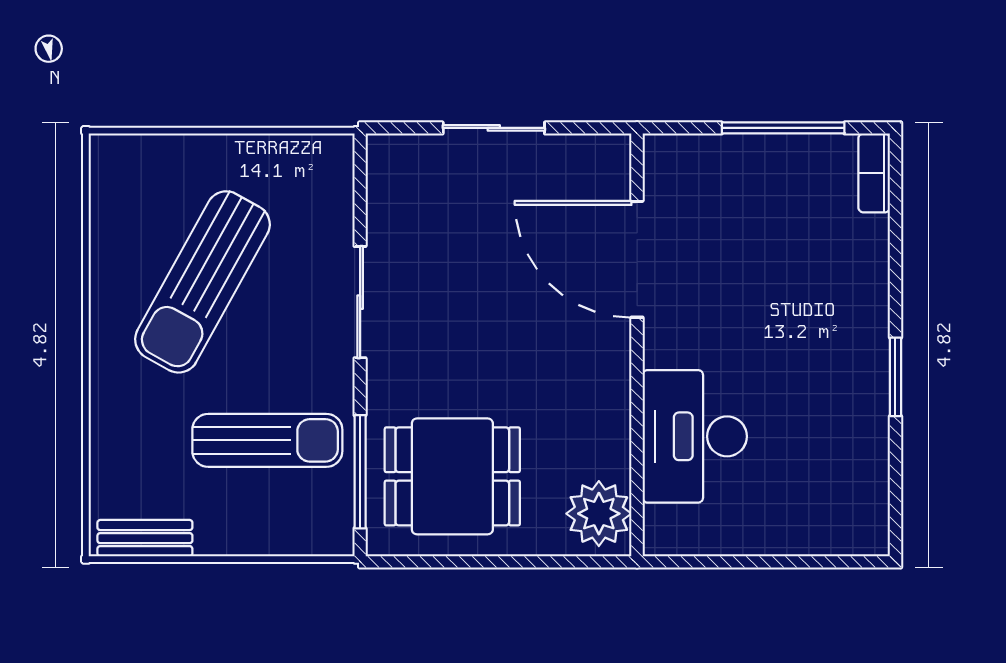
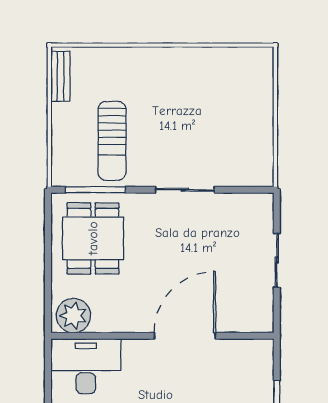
door: (637, 259) -> (185, 336), moved
sun lounger: (202, 282) -> (196, 107), removed
desk: (695, 436) -> (86, 366), moved

